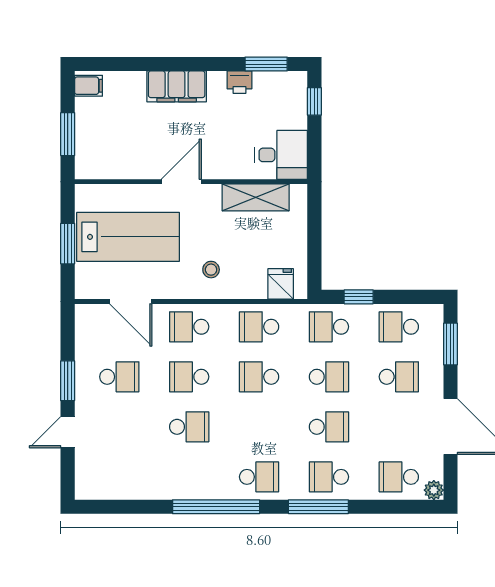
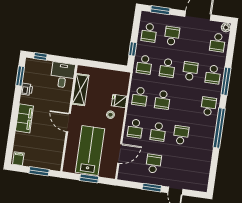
fridge: (281, 284) -> (119, 101), moved
school desk: (329, 377) -> (167, 68), turned 180

